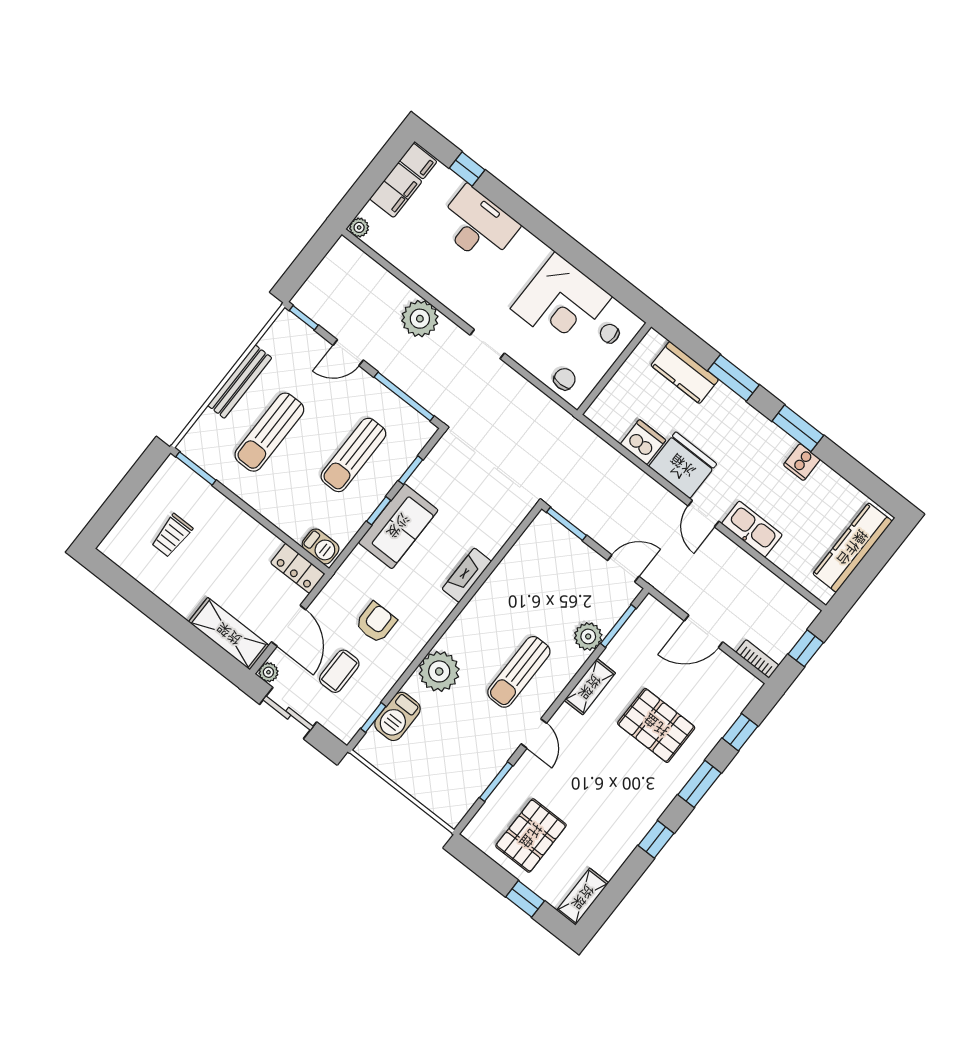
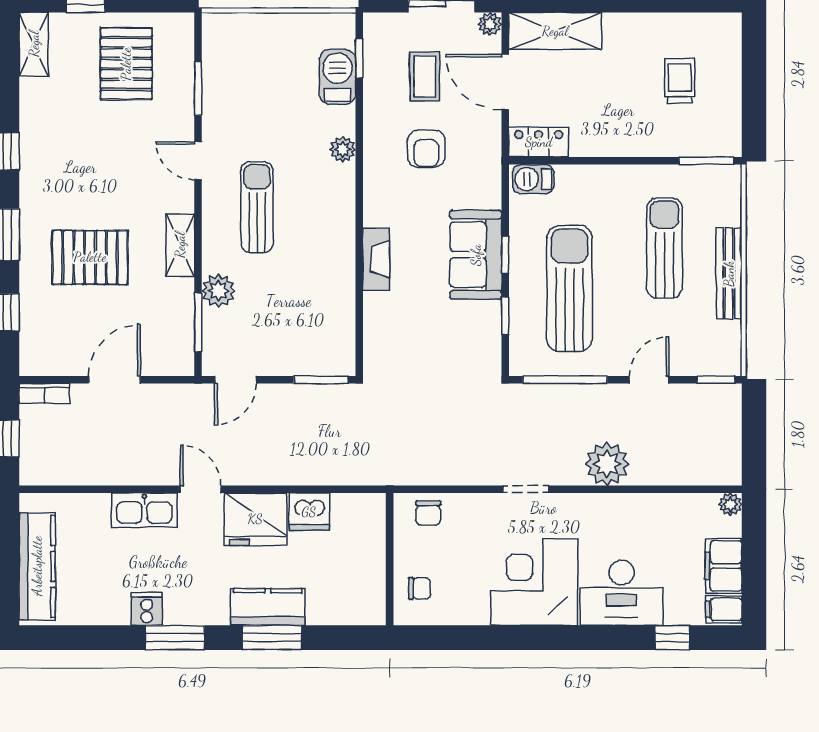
corner desk: (561, 302) -> (534, 582), moved
kitchen counter: (685, 372) -> (268, 607), moved
sun lounger: (353, 455) -> (570, 288), width x1.36, depth x1.34
plant: (439, 671) -> (343, 149), width x0.53, depth x0.53

